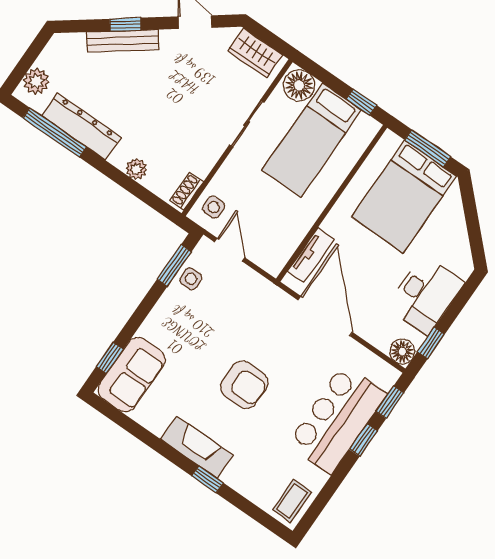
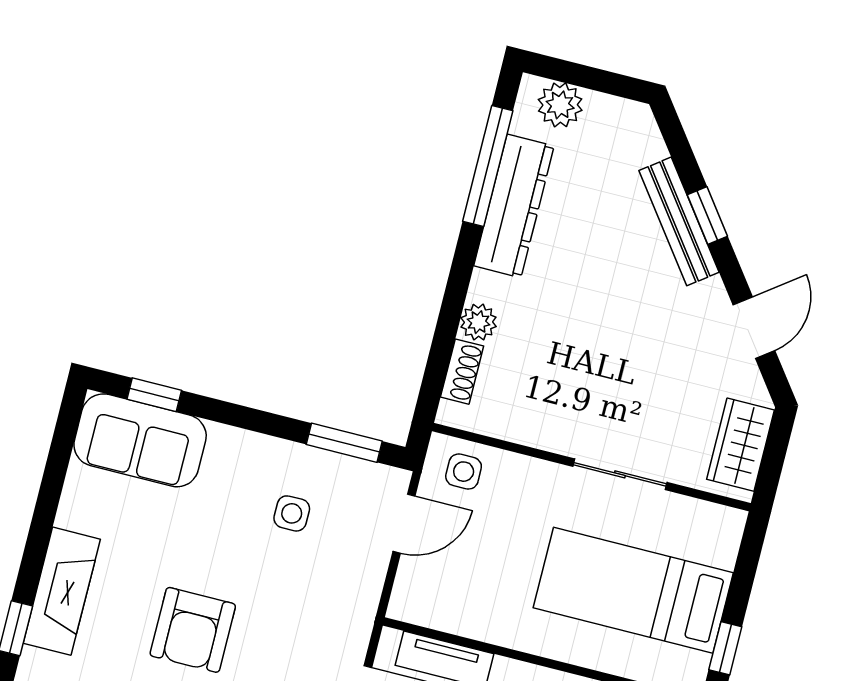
floor lamp: (299, 85) -> (714, 536), removed
shoe rack: (187, 191) -> (462, 372), moved, turned 90
side table: (191, 279) -> (292, 513), moved

